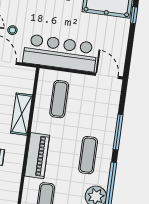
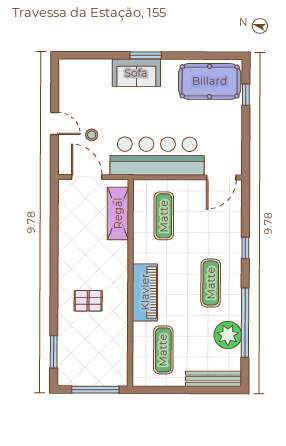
door: (107, 76) -> (221, 178), swing flipped
shelving: (22, 114) -> (118, 213), moved
window: (118, 132) -> (245, 248), width x0.46

